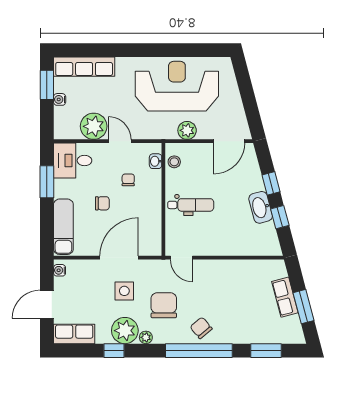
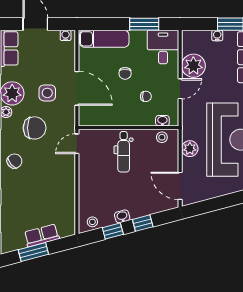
washbasin: (261, 207) -> (122, 216), width x0.52, depth x0.69
stool: (270, 240) -> (92, 222), added

